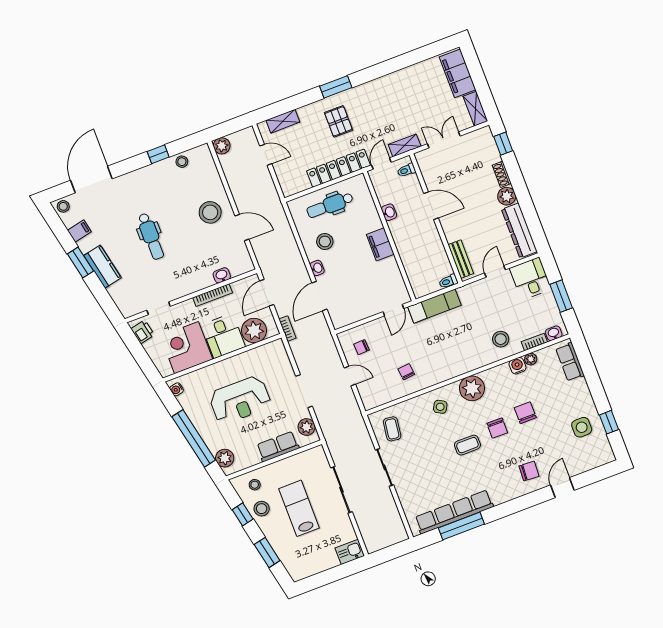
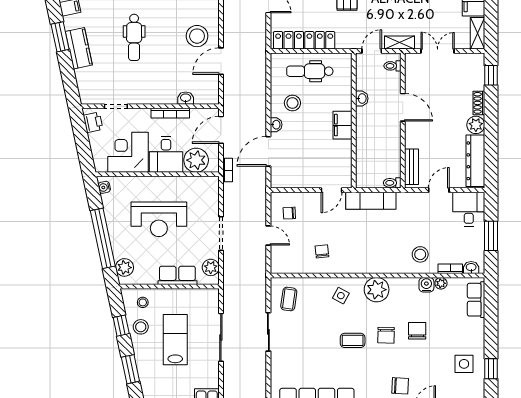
locker: (338, 168) -> (304, 40), moved
door: (242, 228) -> (221, 61), swing flipped

